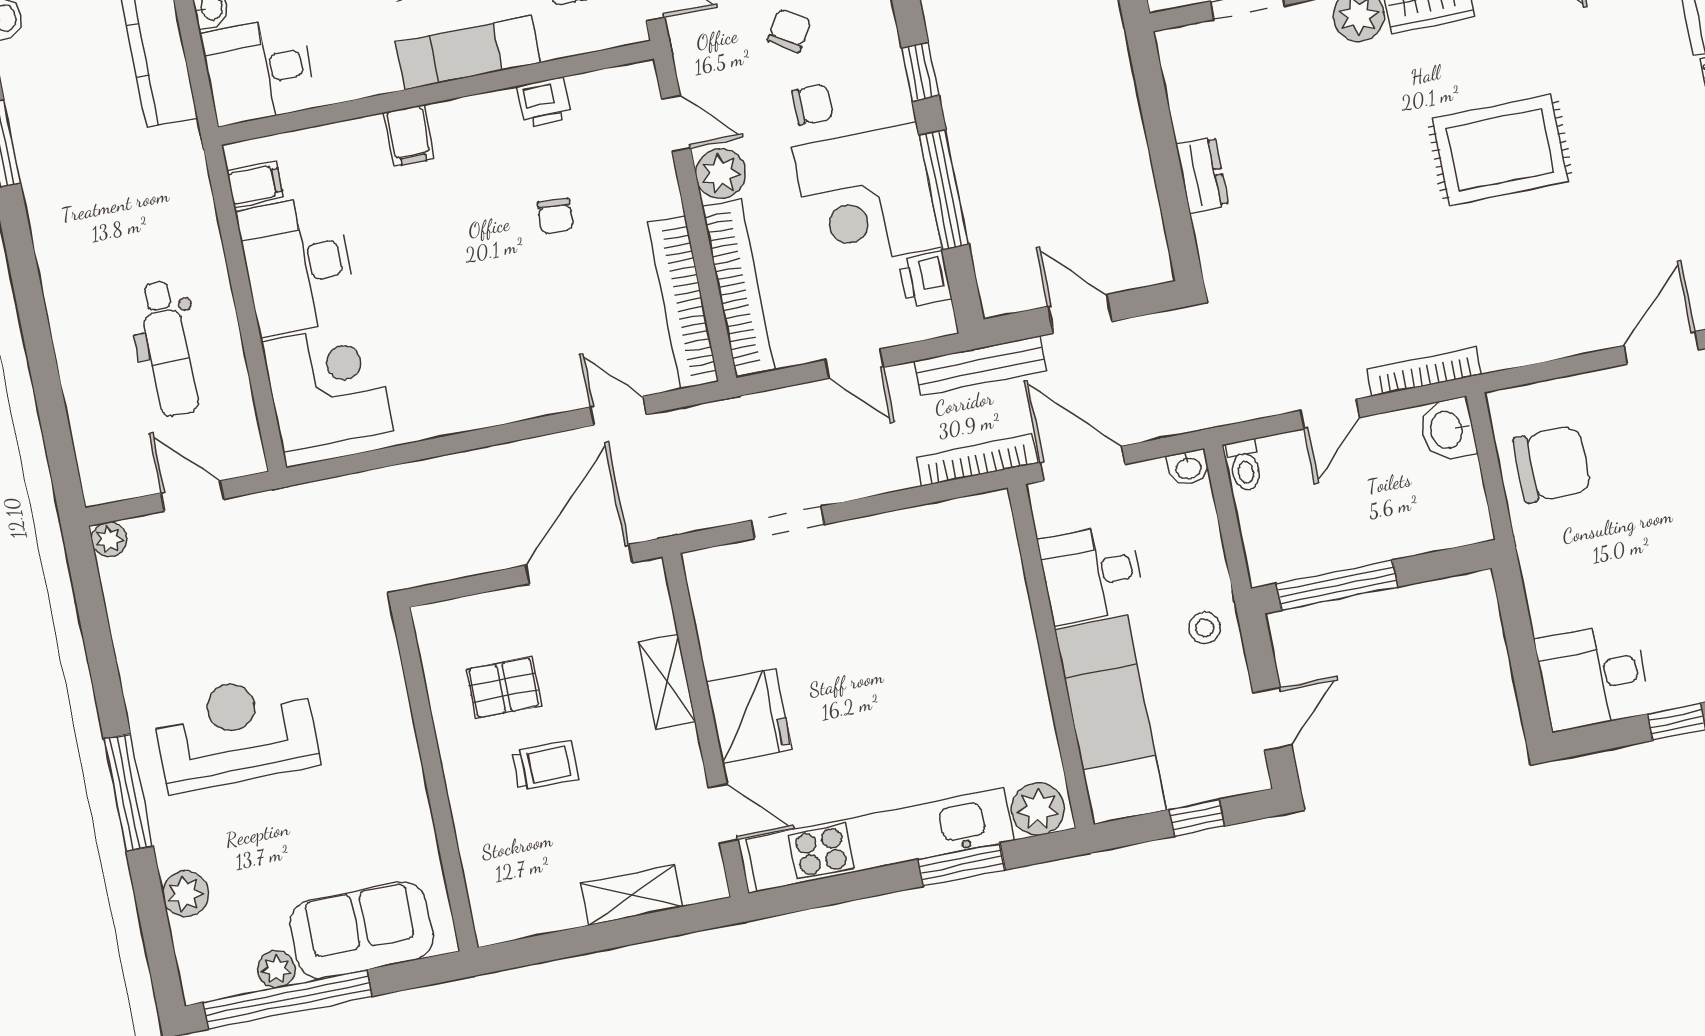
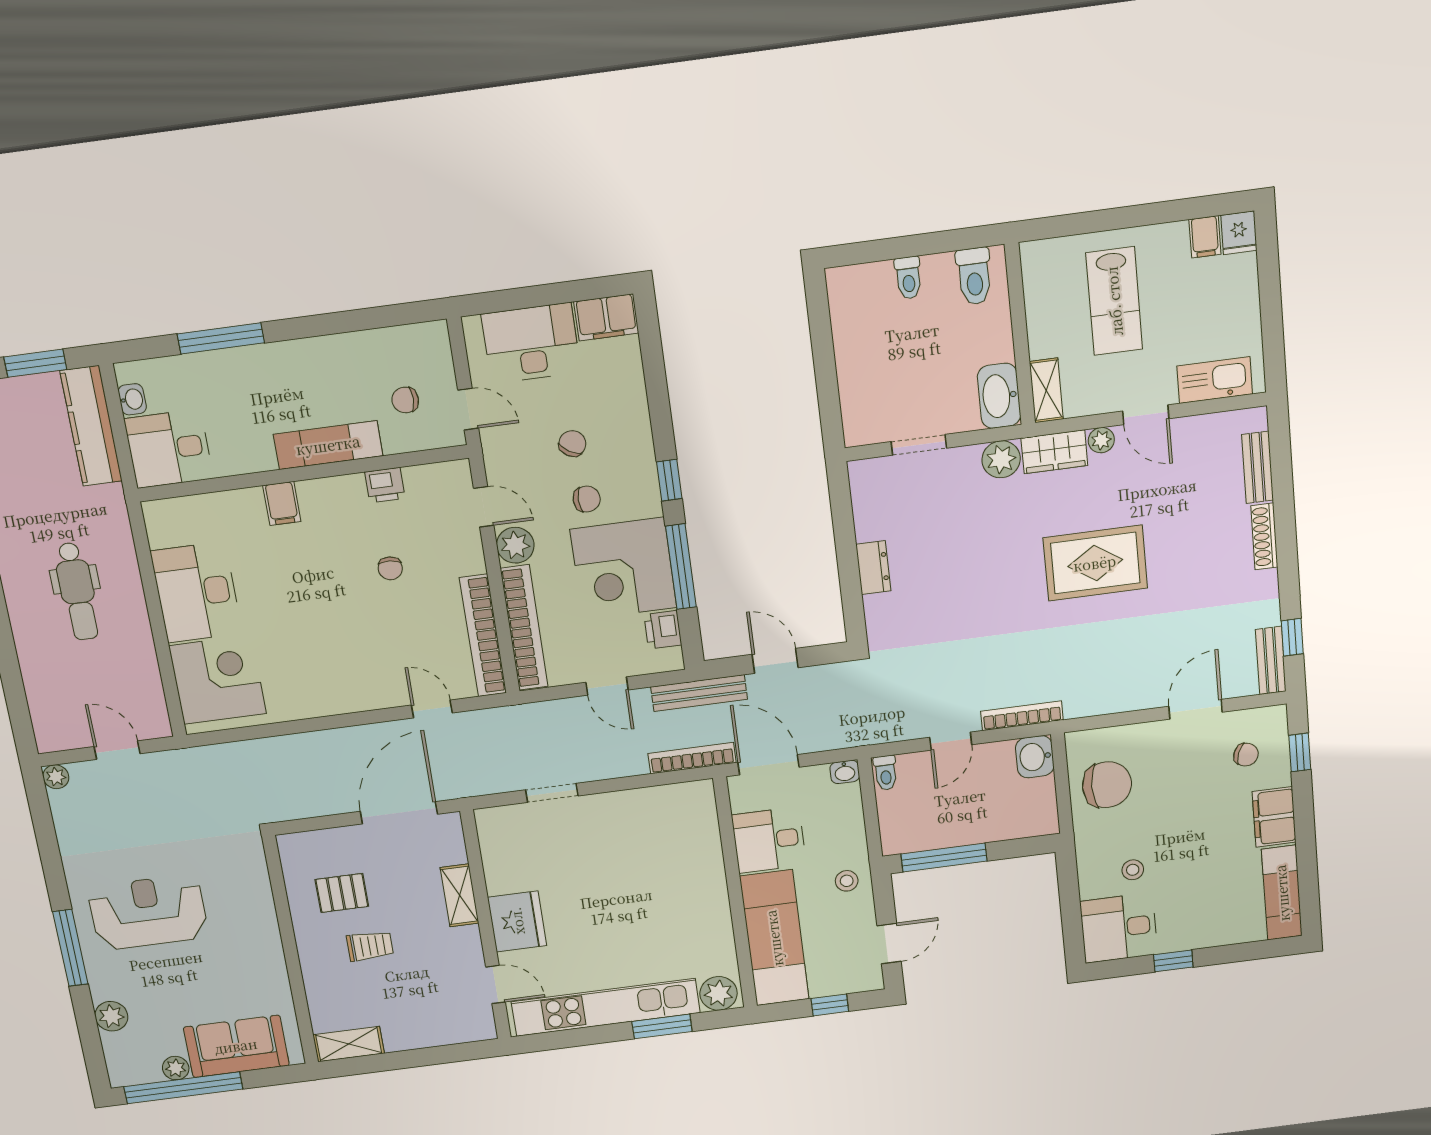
filing cabinet: (255, 184) -> (165, 532), removed
dental chair: (168, 349) -> (77, 591), moved
stool: (1603, 588) -> (1133, 870), added
shelving: (632, 895) -> (349, 1044), moved

